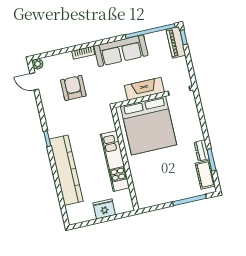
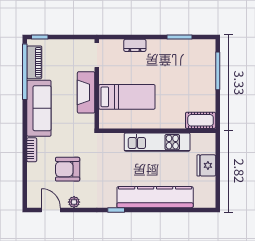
piano: (176, 42) -> (34, 62), moved, turned -90
plant: (38, 64) -> (74, 202), moved
door: (34, 81) -> (51, 210), swing flipped
bed: (149, 126) -> (127, 97), width x0.49
dresser: (202, 150) -> (135, 45), moved
cot: (205, 175) -> (201, 120), moved

